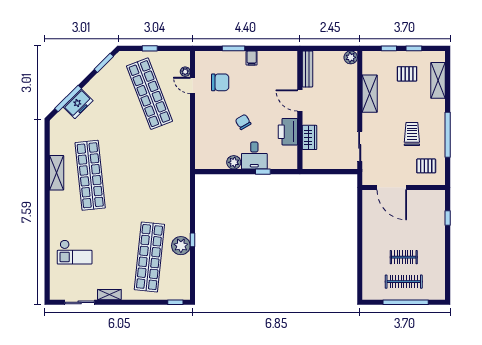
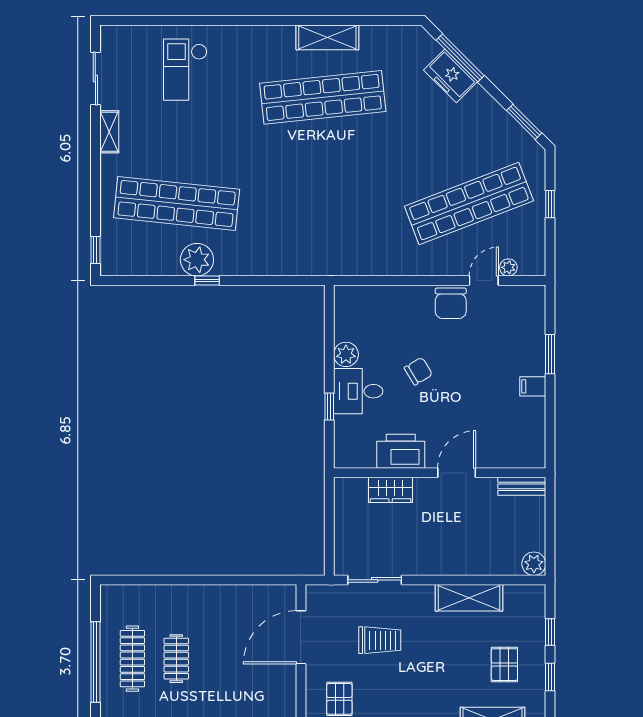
bench: (307, 69) -> (522, 486), width x0.73
chair: (220, 82) -> (451, 303), moved
trolley: (412, 134) -> (380, 640), moved

